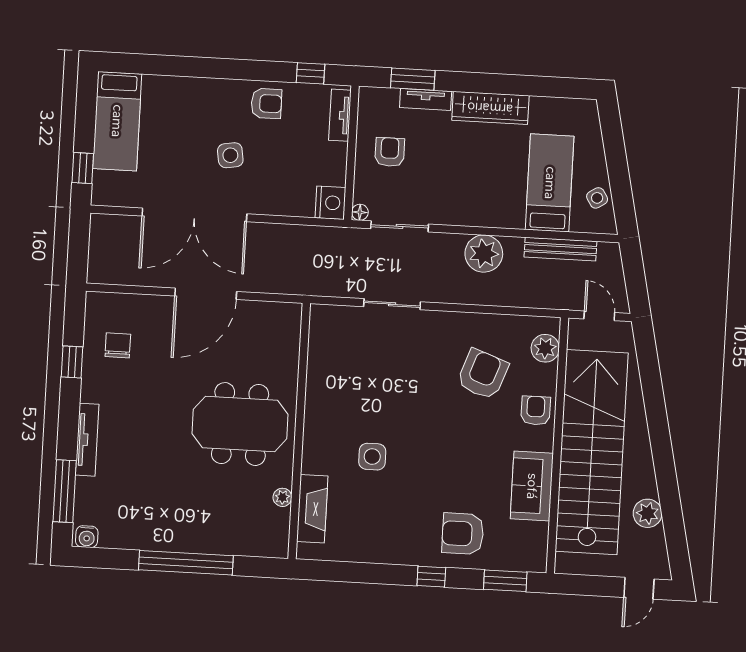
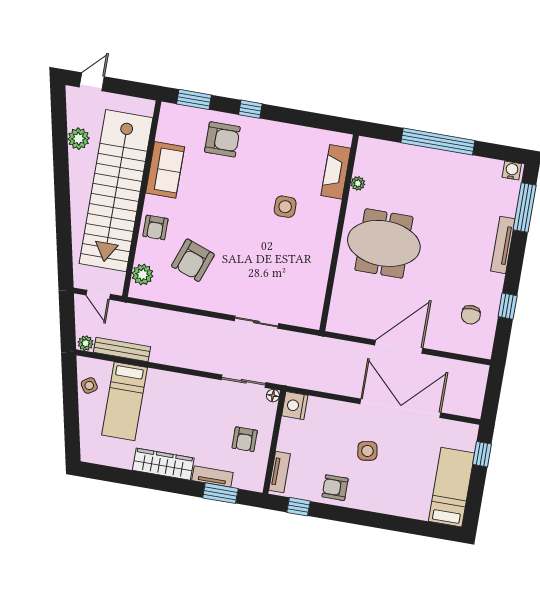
plant: (484, 254) -> (86, 343), moved, width x0.53, depth x0.53

